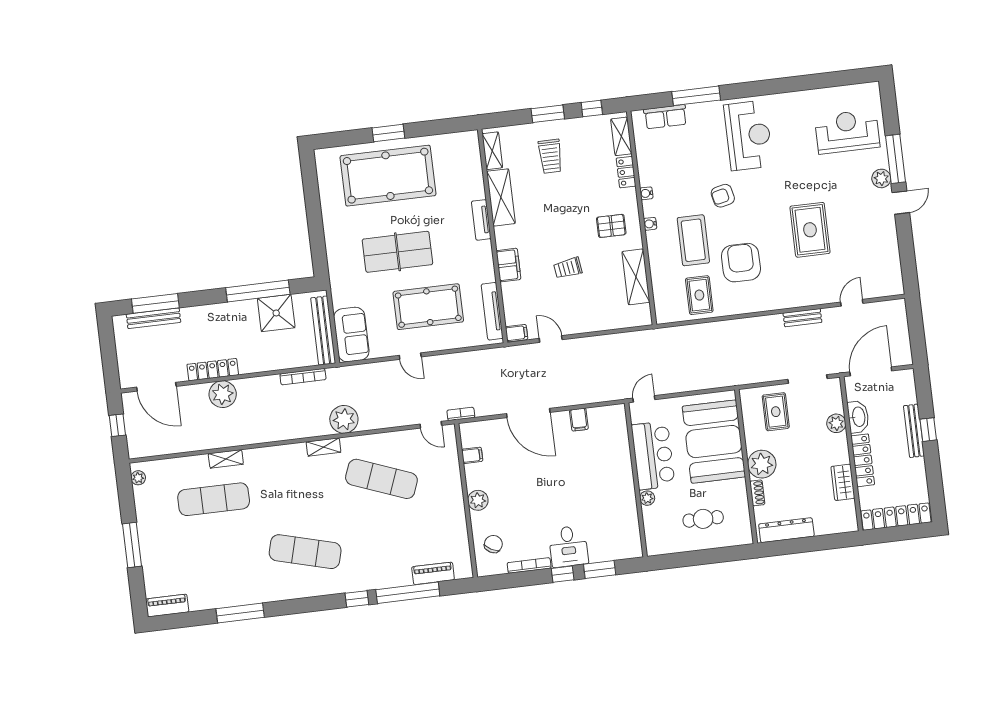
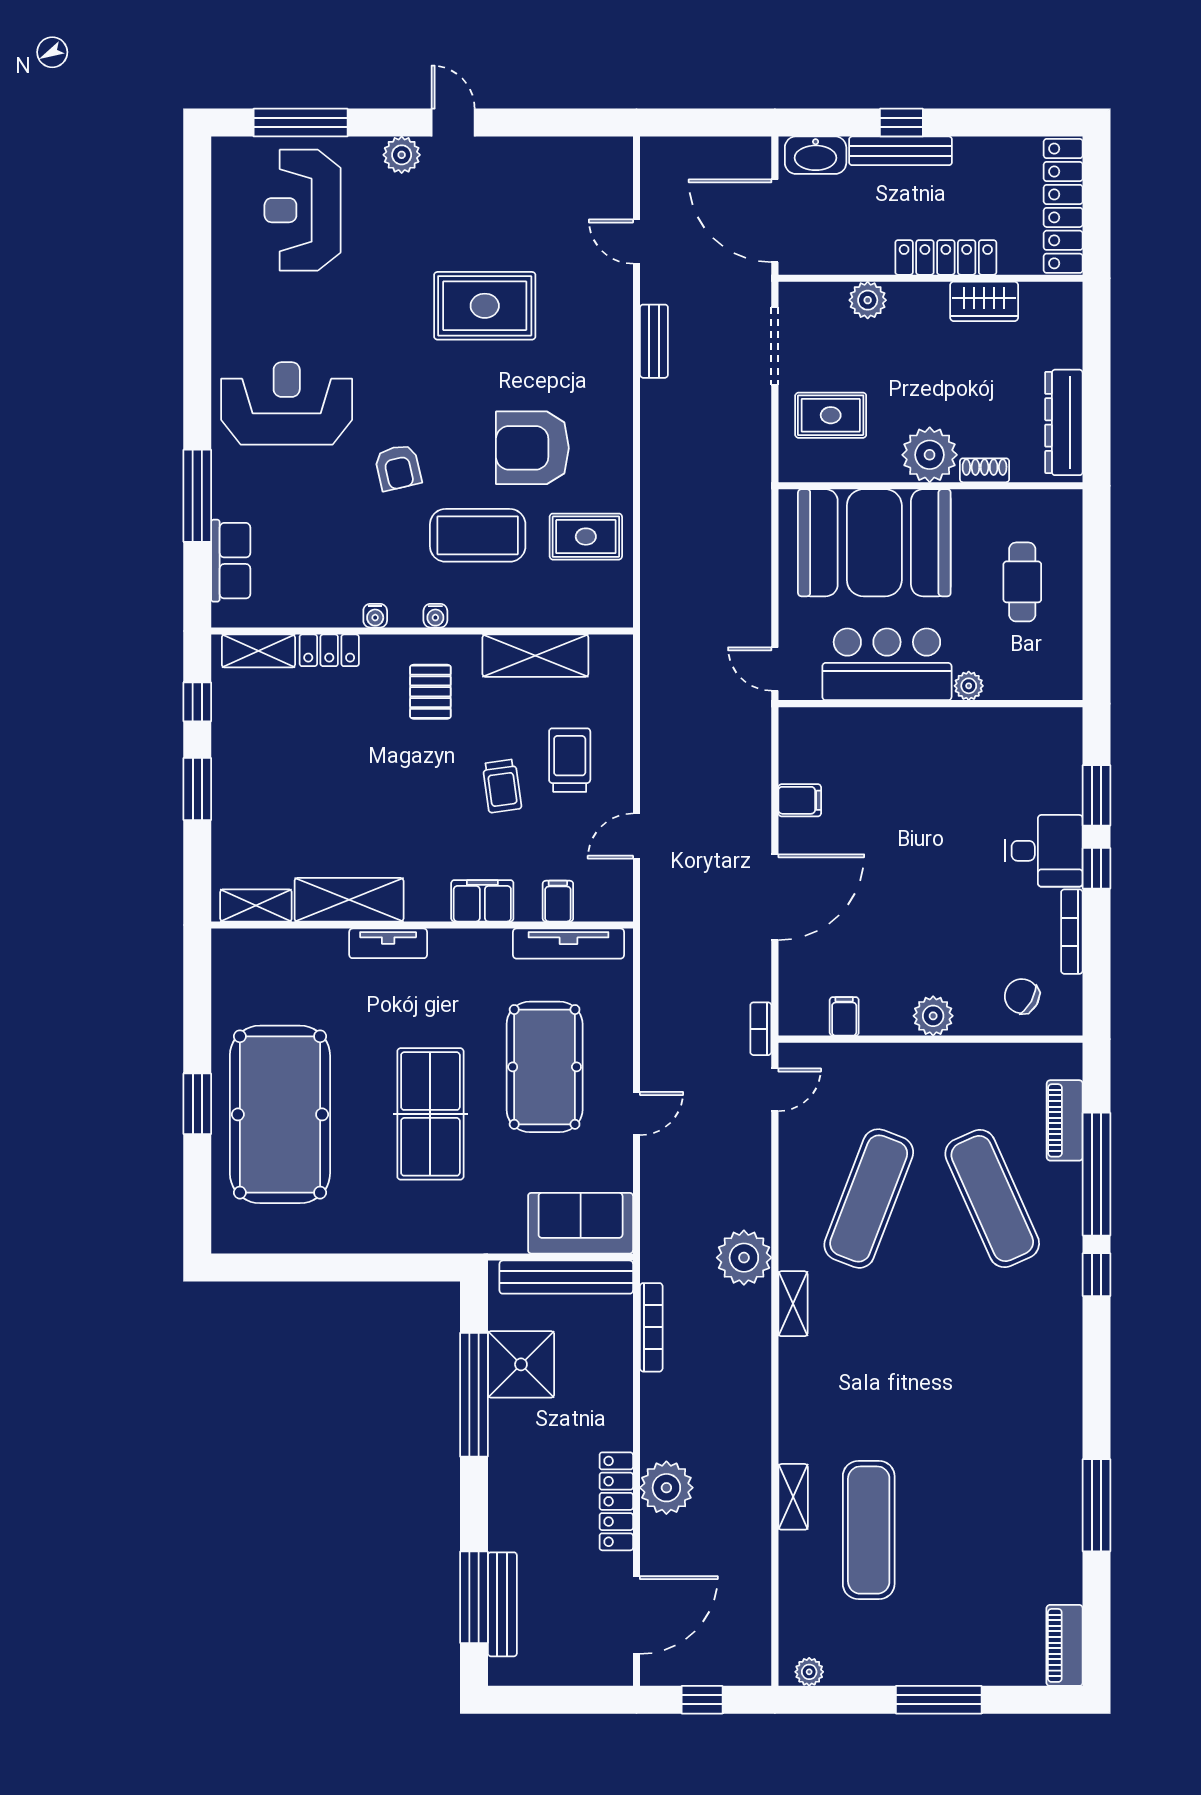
trolley: (550, 156) -> (570, 760), moved, turned -90
window: (896, 159) -> (301, 123), moved
filing cabinet: (517, 333) -> (558, 901), moved
washbasin: (858, 417) -> (816, 155), moved, turned 180
exercise mat: (305, 552) -> (992, 1199), moved, turned -39

